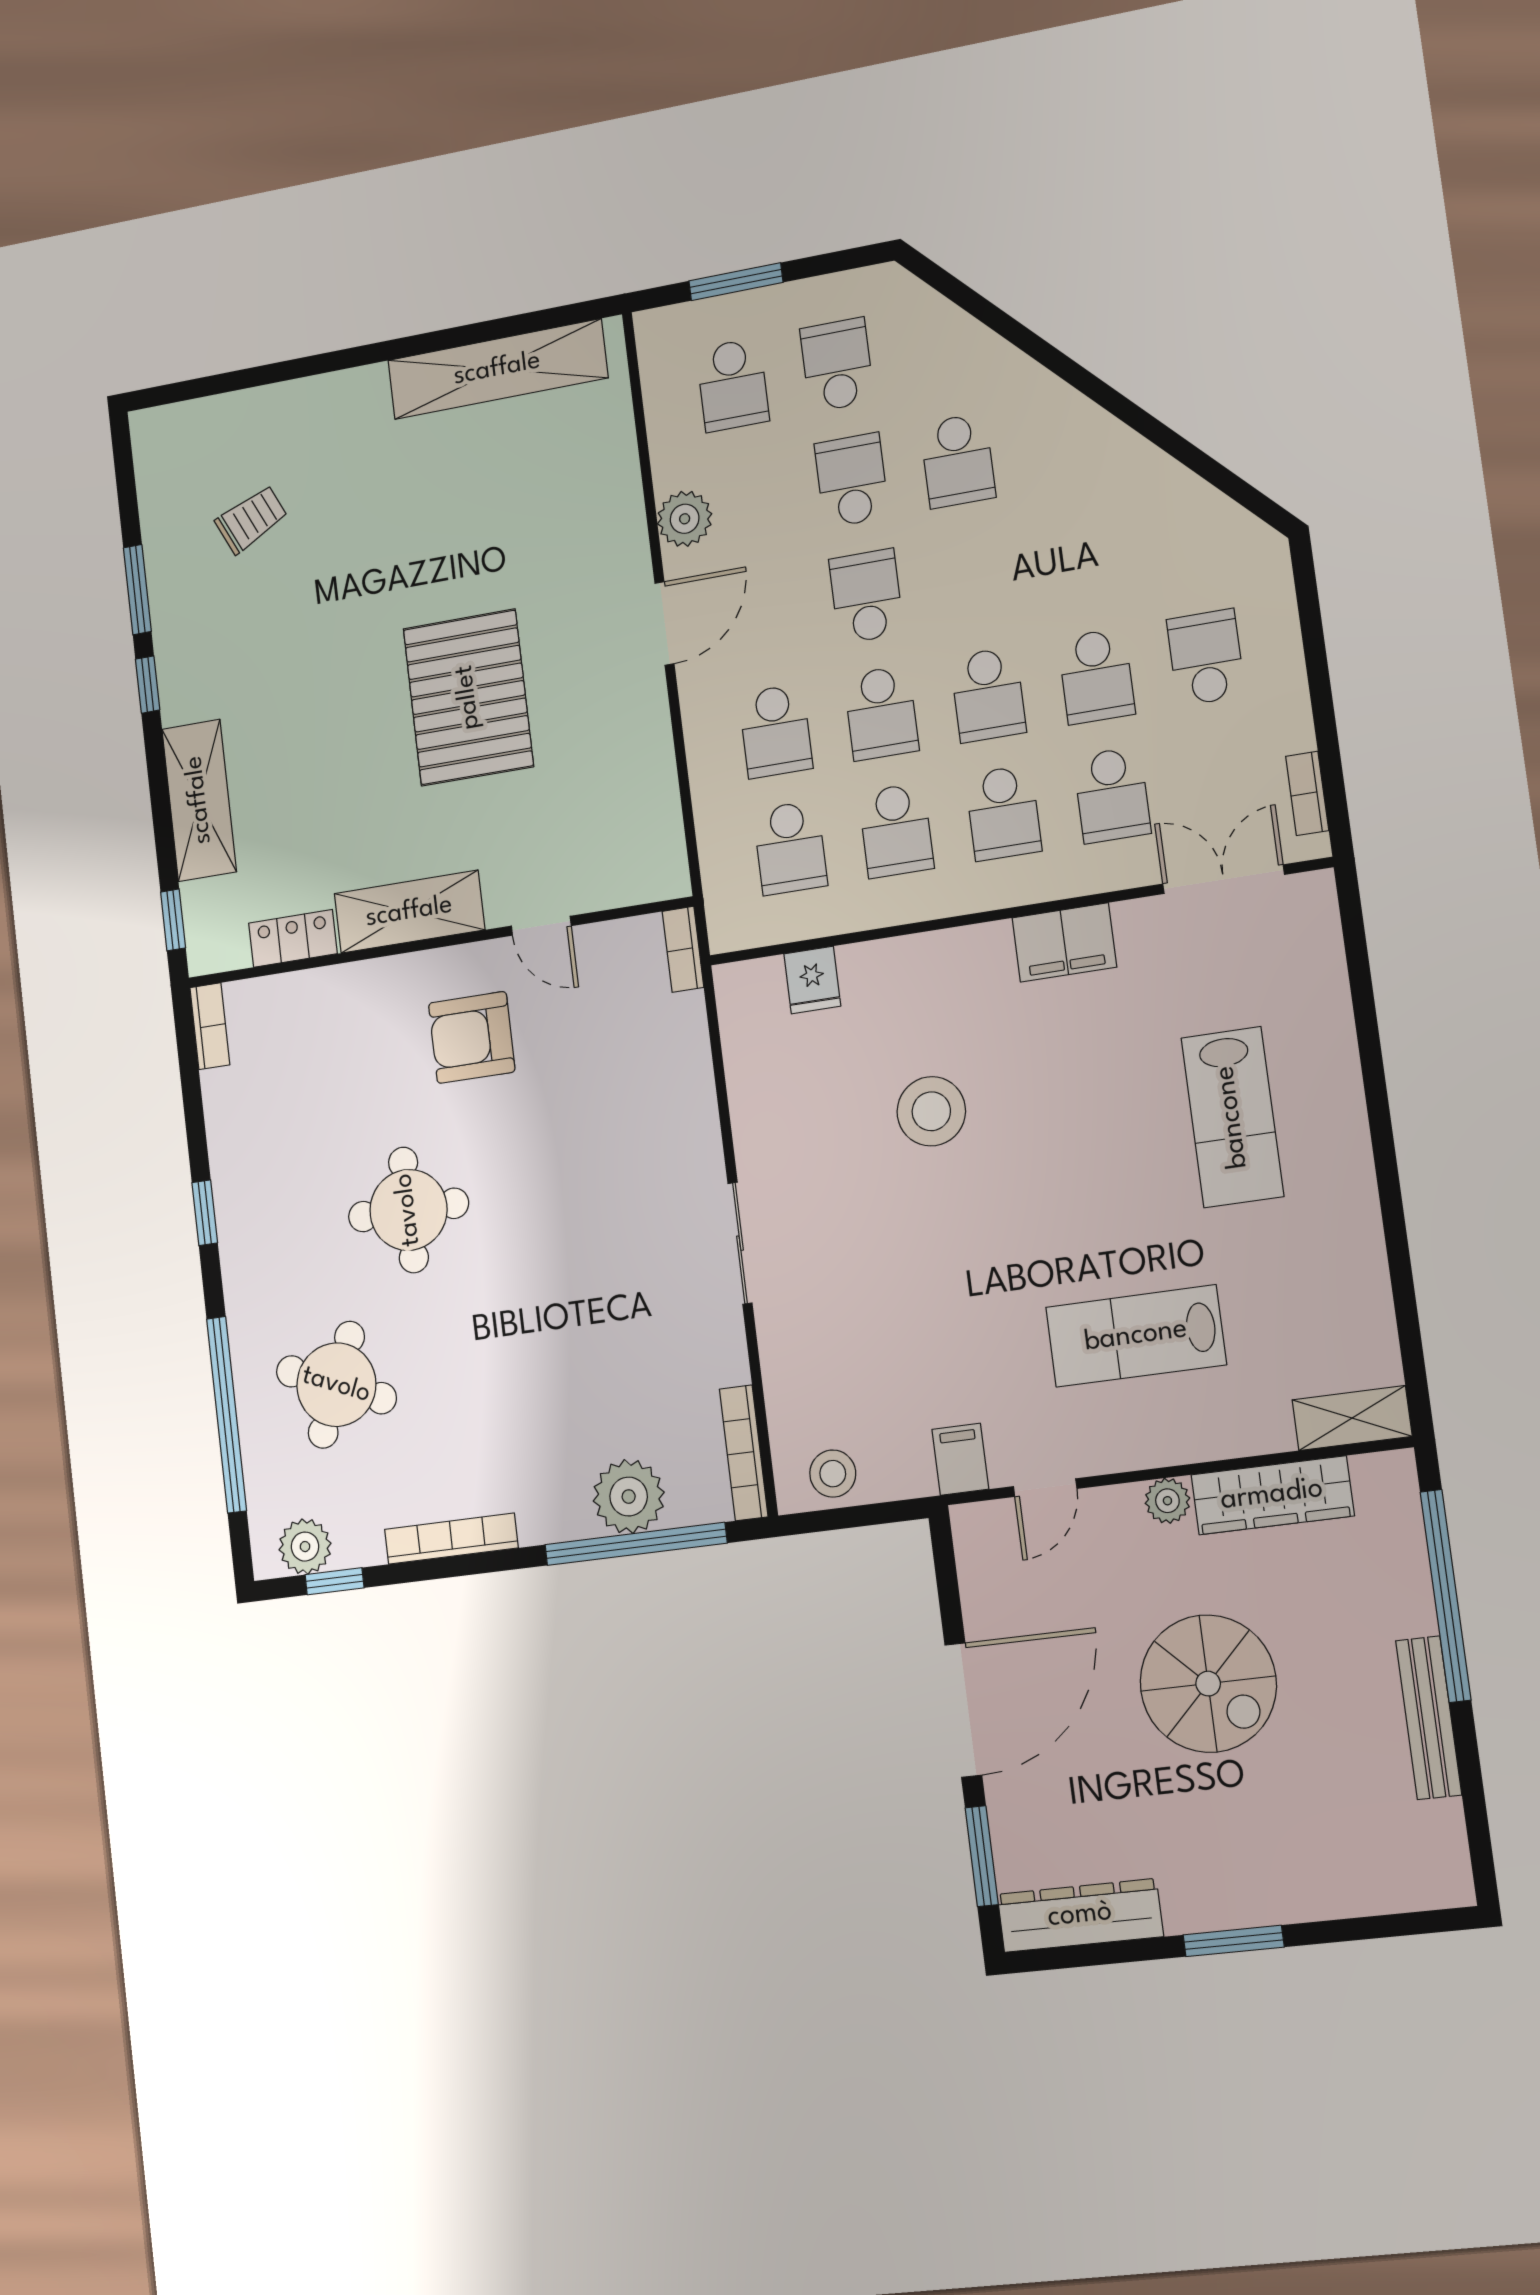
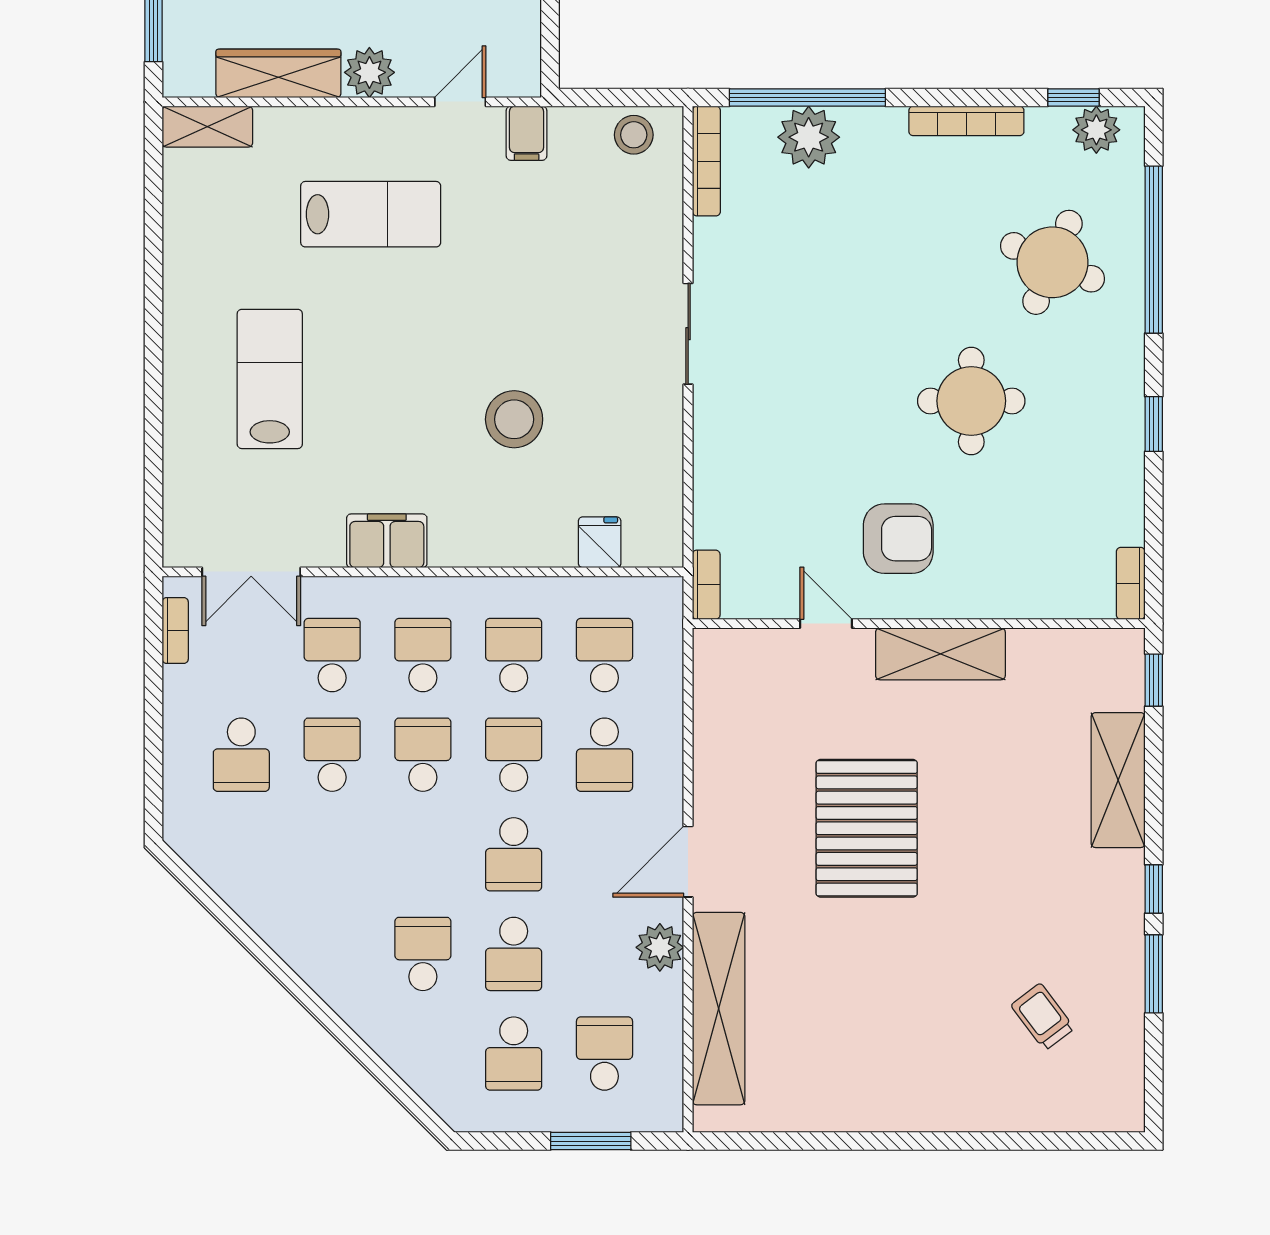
shelving: (497, 369) -> (719, 1009), moved, turned 90
trolley: (251, 519) -> (1043, 1017), turned 78
school desk: (776, 731) -> (604, 755), turned 180
locker: (293, 938) -> (1047, 647), removed
plant: (1167, 1501) -> (369, 72), width x1.38, depth x1.38

